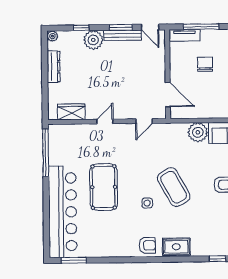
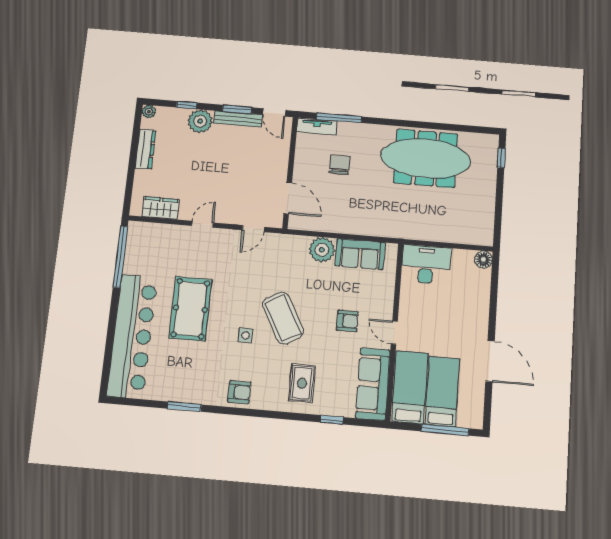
rug: (176, 247) -> (302, 383), moved, turned 90
window: (74, 260) -> (184, 407), moved

